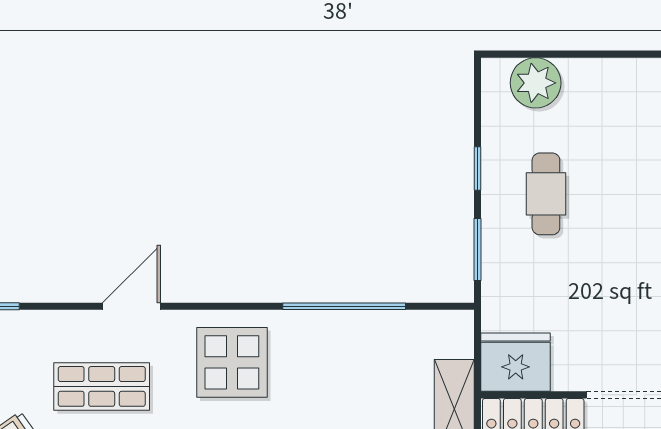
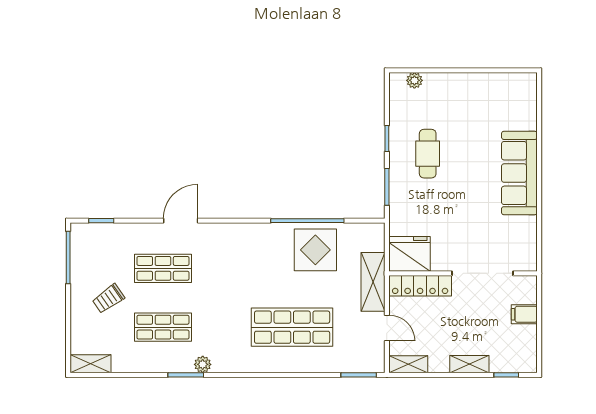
plant: (536, 83) -> (414, 80), width x0.53, depth x0.53
display table: (232, 362) -> (315, 250), moved

